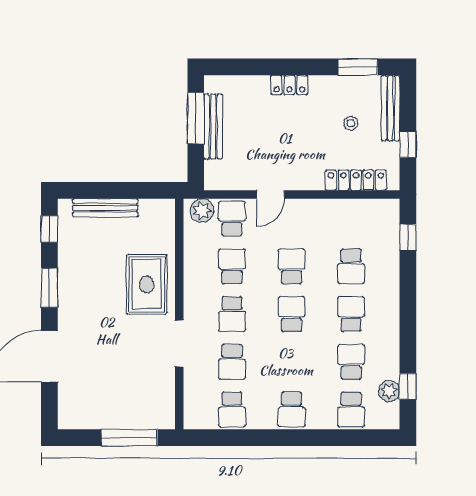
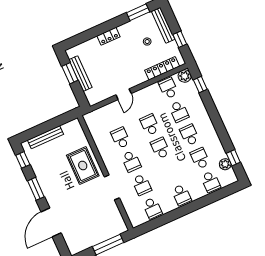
window: (196, 118) -> (70, 73), width x0.69
plant: (202, 211) -> (185, 76), moved
school desk: (232, 219) -> (168, 88), moved

